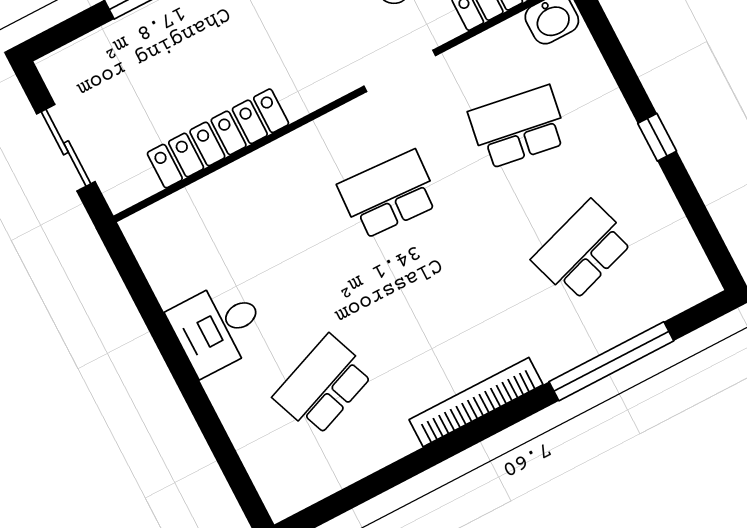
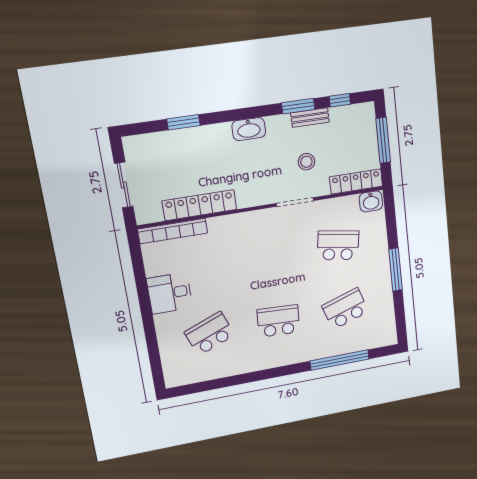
window: (657, 137) -> (396, 270), width x2.17
school desk: (389, 194) -> (278, 321), moved
bookcase: (476, 402) -> (173, 231), moved, turned 180

